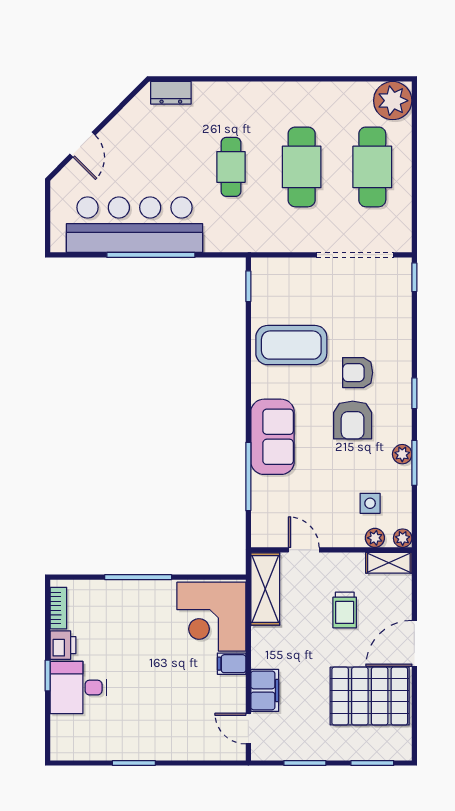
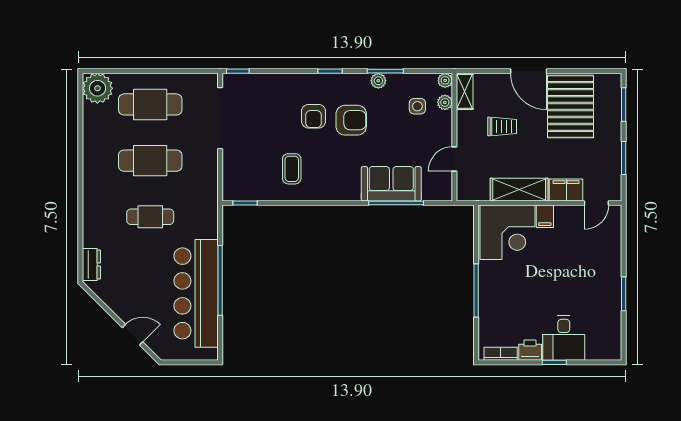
coffee table: (291, 345) -> (292, 169), width x0.54, depth x0.58
sofa: (273, 437) -> (391, 184), moved
shelving: (265, 589) -> (519, 190), moved

